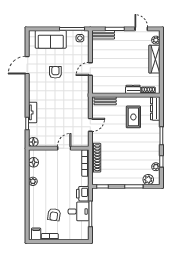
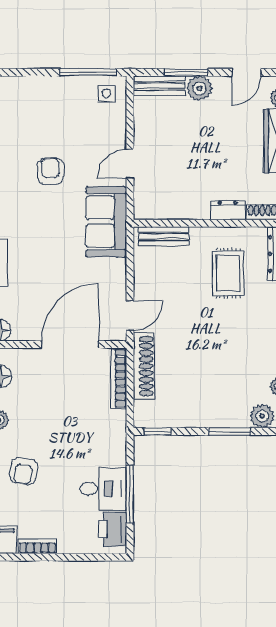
door: (141, 29) -> (246, 72), swing flipped
plant: (121, 36) -> (199, 88), added
sofa: (51, 39) -> (106, 222), moved, turned 90
door: (90, 125) -> (130, 315), moved
door: (64, 148) -> (70, 345), width x1.87
printer: (83, 194) -> (113, 529), moved
armchair: (54, 215) -> (24, 471), moved

